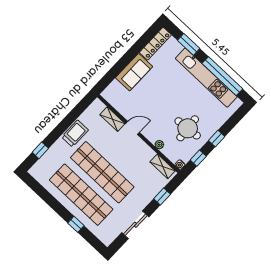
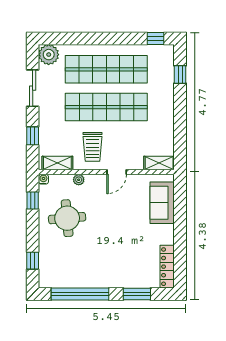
sofa: (134, 72) -> (162, 203), moved
kitchen unit: (206, 78) -> (93, 279), removed
shelving: (112, 119) -> (159, 163), moved
trolley: (75, 133) -> (93, 147), moved
window: (217, 139) -> (33, 261), moved
window: (76, 224) -> (155, 38), moved
plant: (107, 236) -> (49, 55), added

